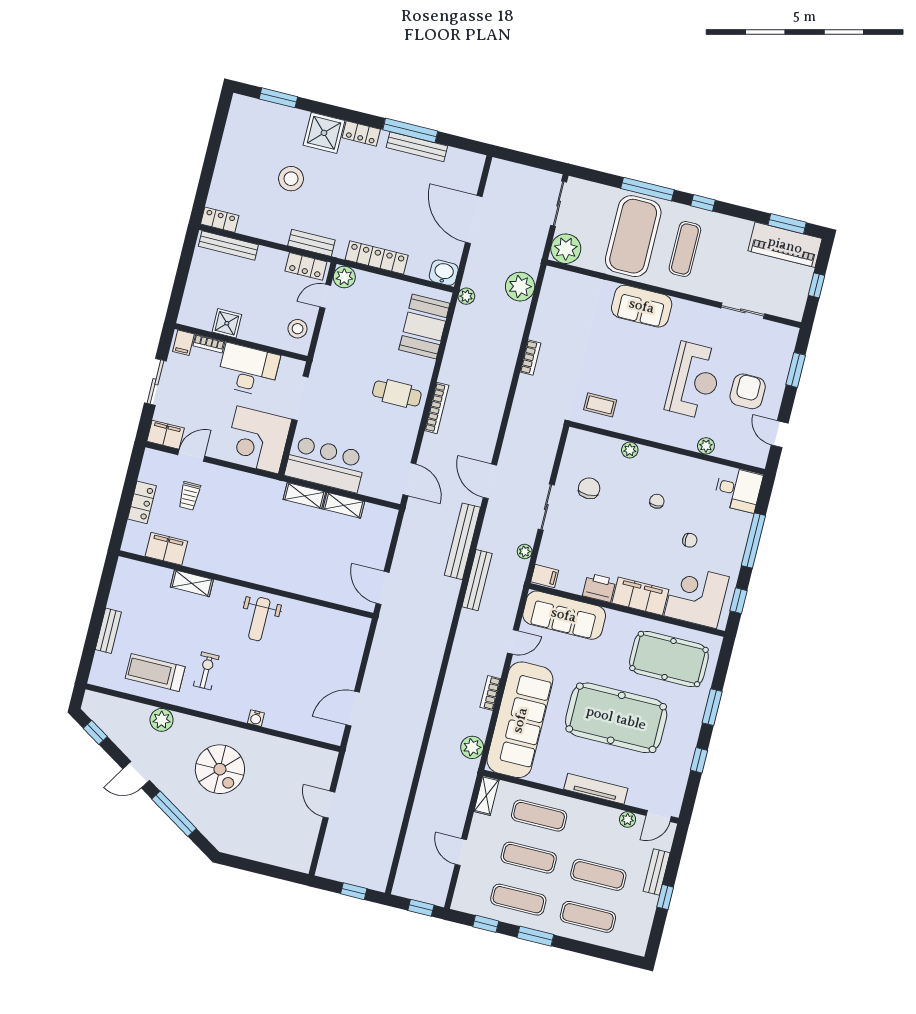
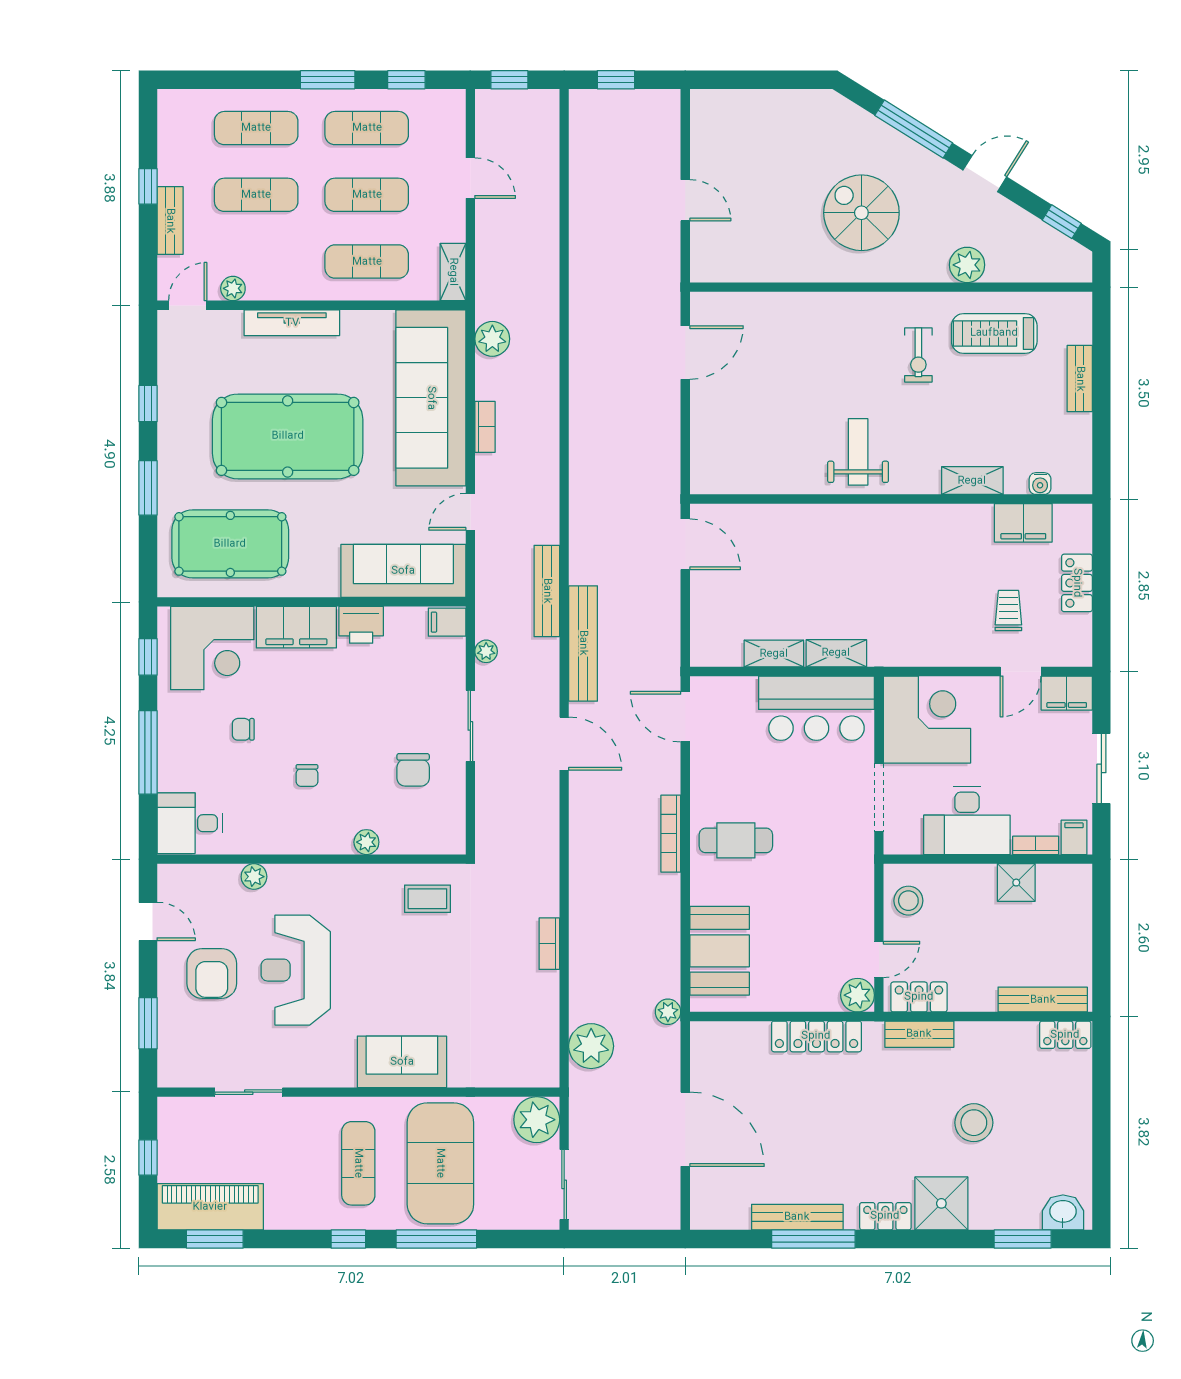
washbasin: (444, 273) -> (1063, 1212), moved, turned 180
treadmill: (155, 672) -> (994, 333), turned 180
water cooler: (256, 718) -> (1040, 484), moved, turned 180

